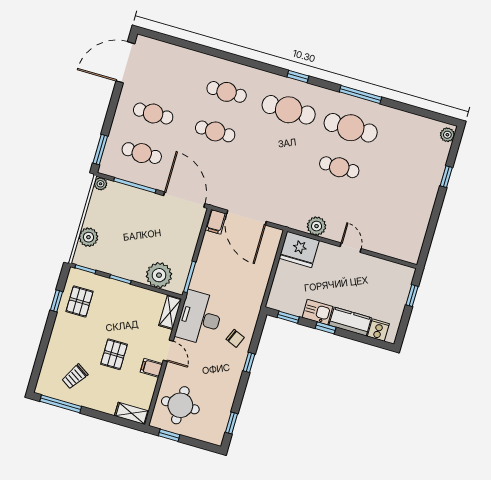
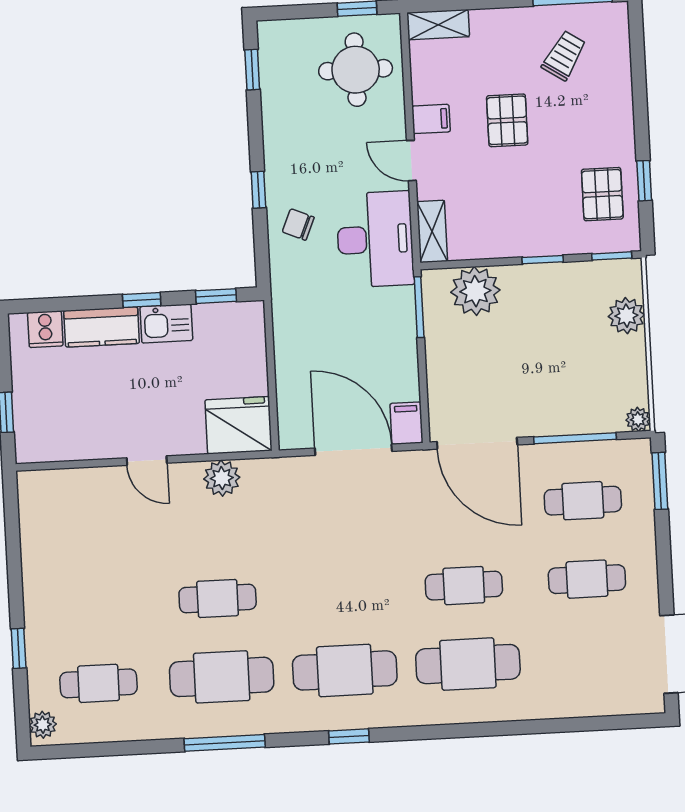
cafe table: (227, 92) -> (468, 664), width x1.37, depth x1.35
cafe table: (413, 146) -> (98, 683), added

